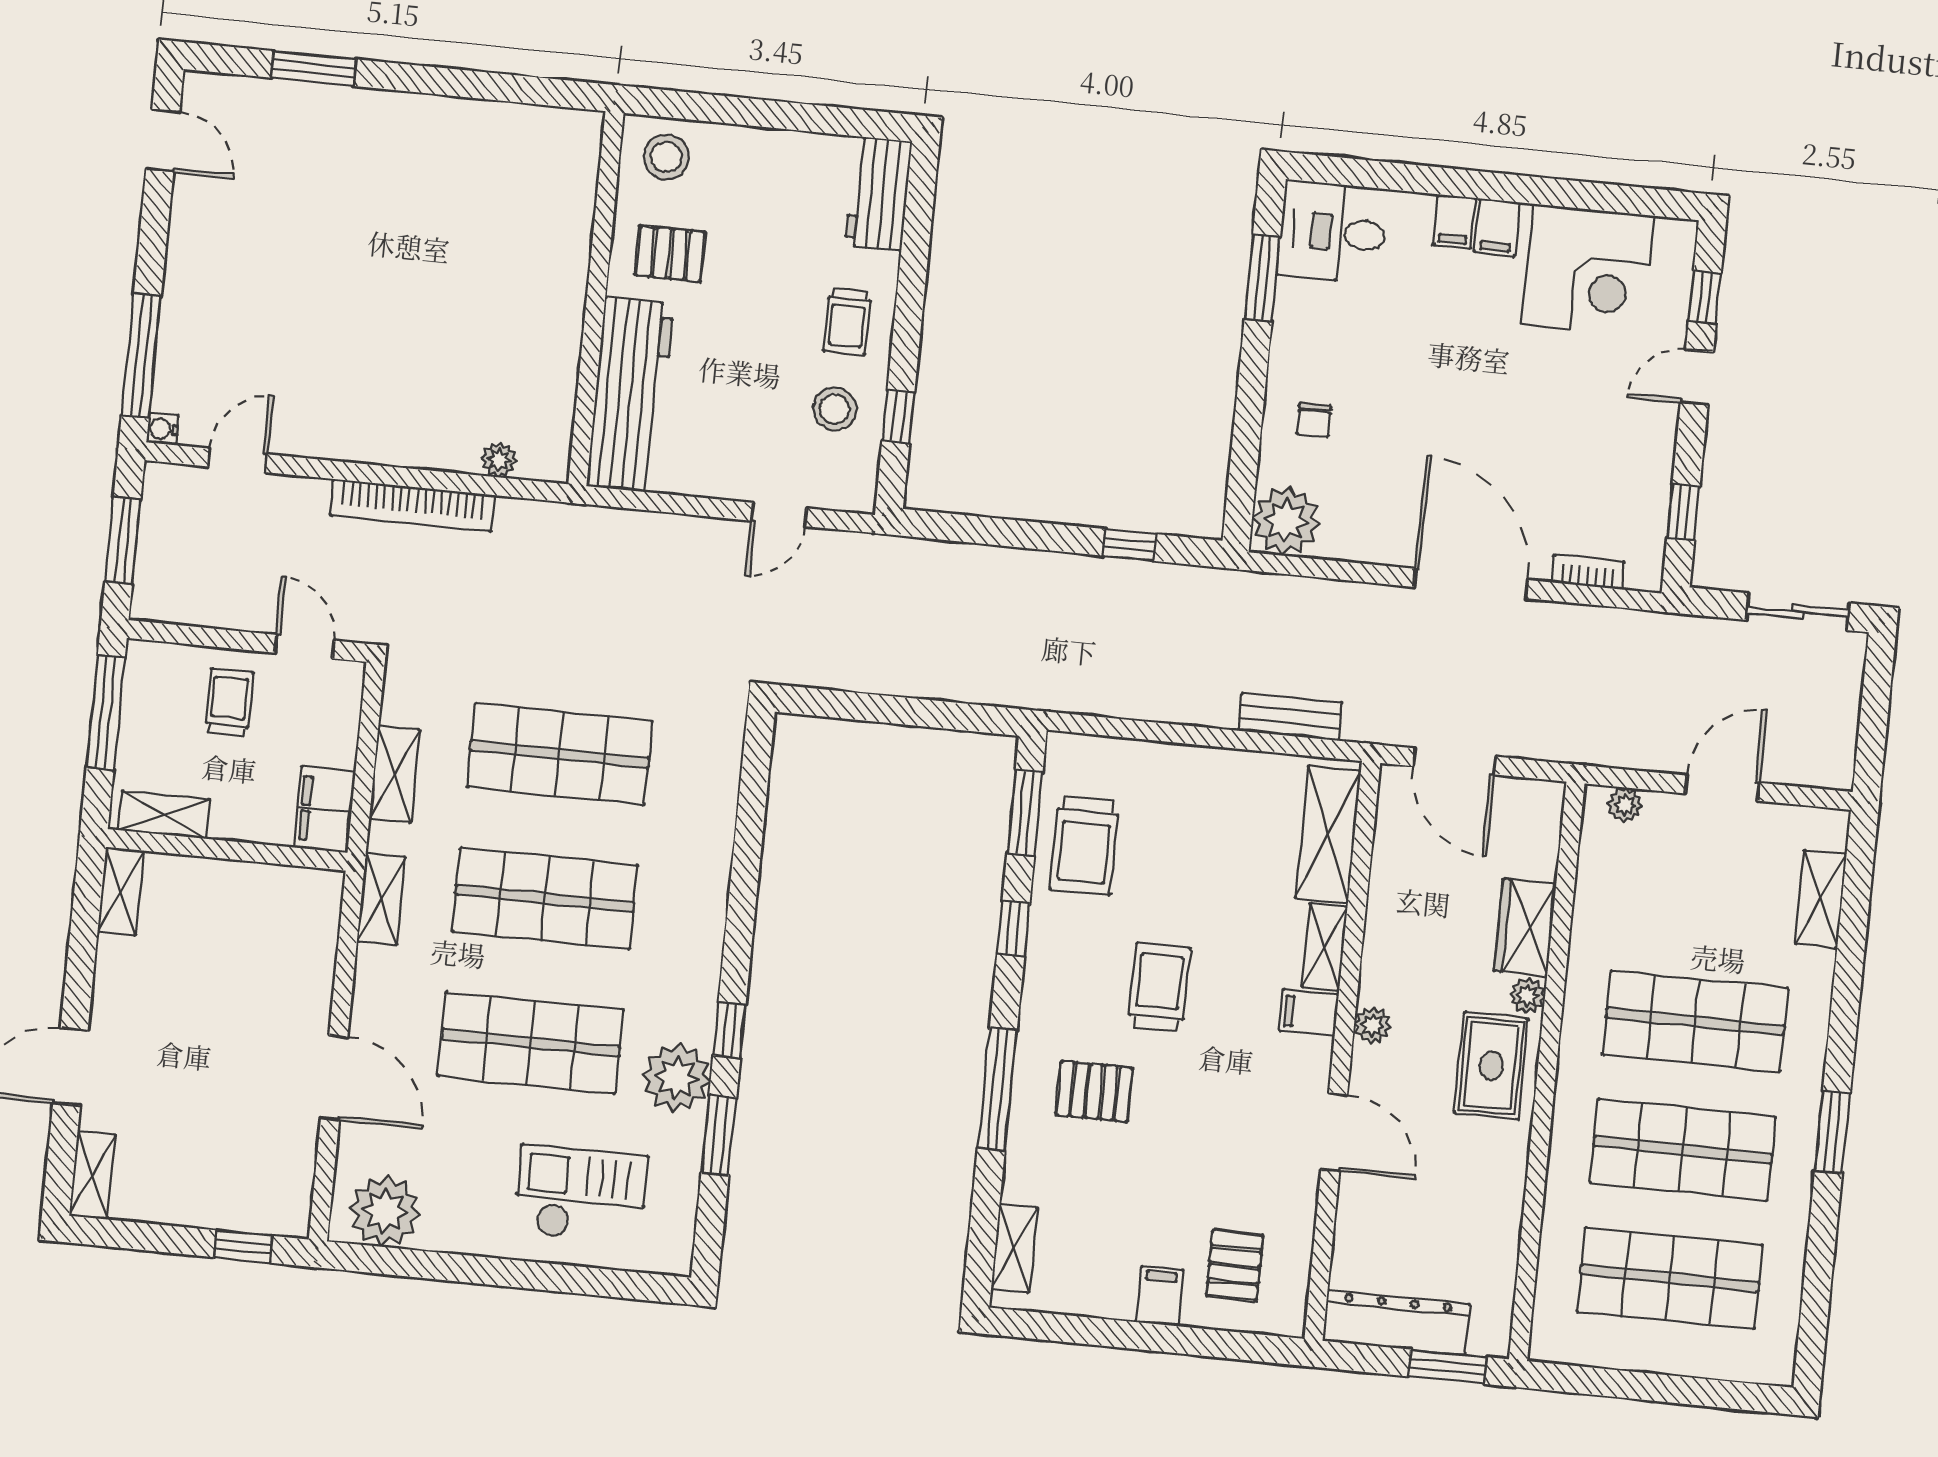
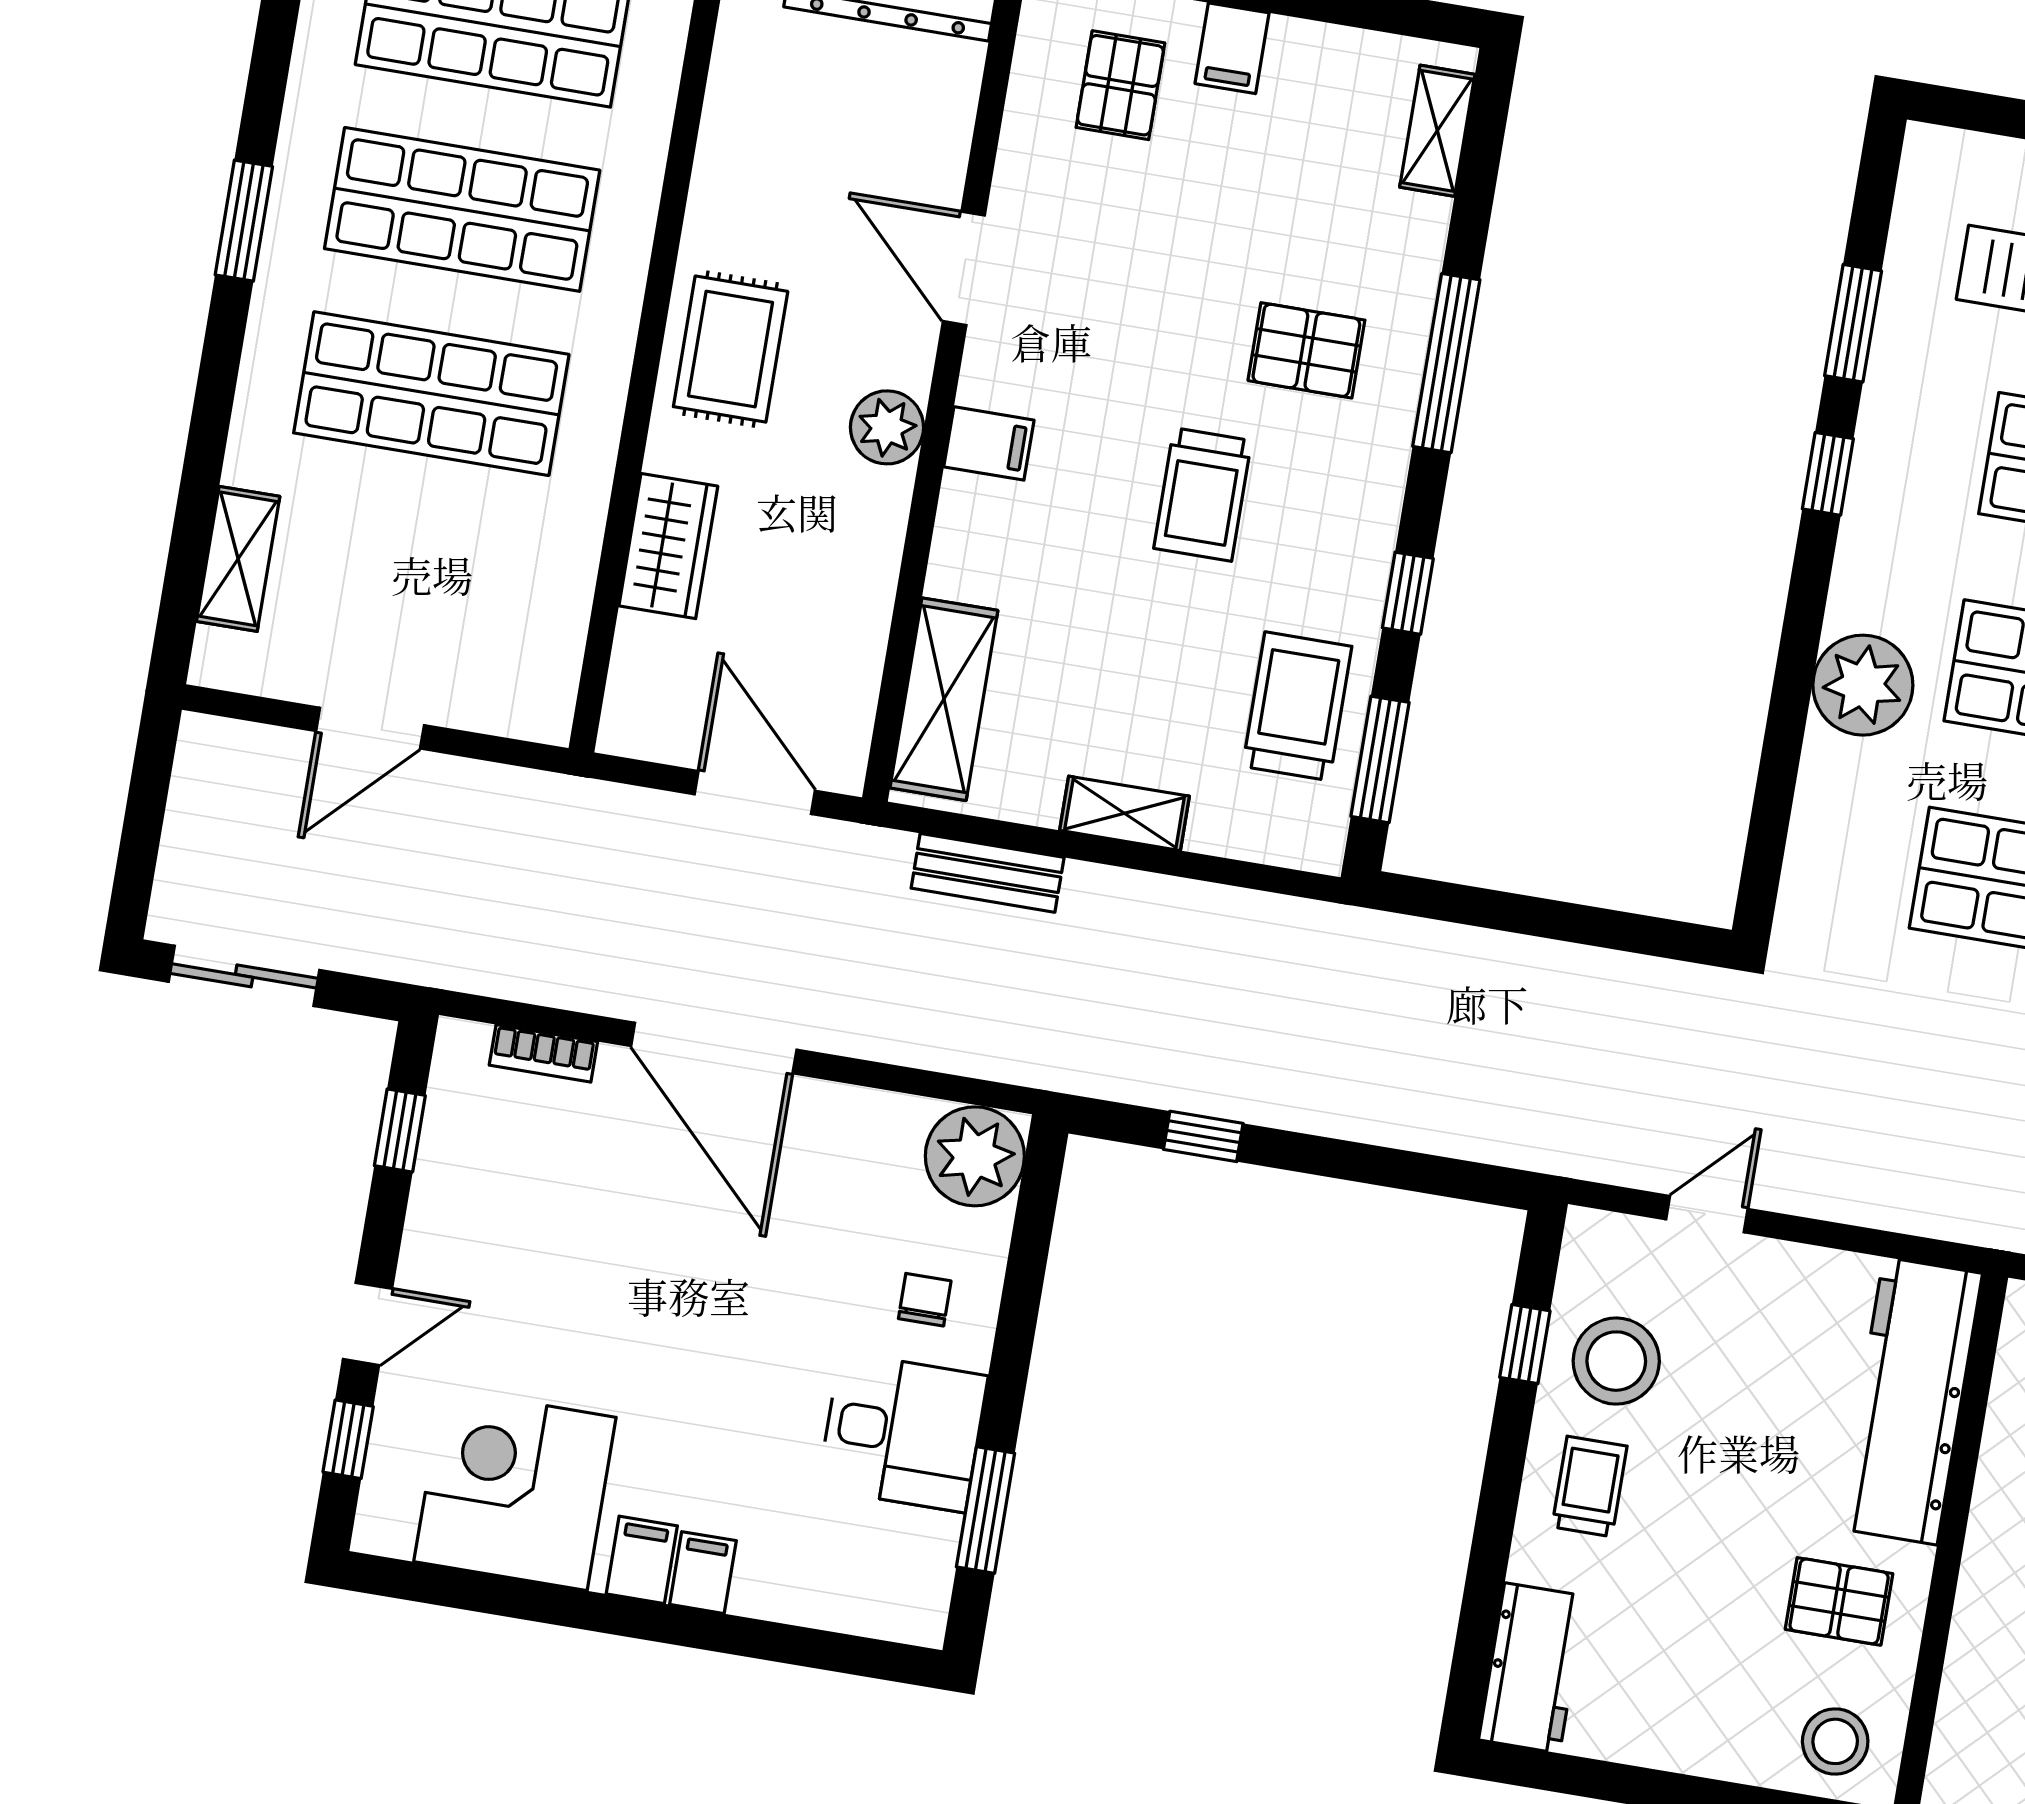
desk: (1333, 232) -> (903, 1432), moved
stool: (835, 409) -> (1616, 1361), width x1.38, depth x1.38
plant: (1625, 805) -> (512, 713), removed
shelving: (1325, 947) -> (1125, 813), moved, turned 90
plant: (1527, 996) -> (671, 447), removed
plant: (1372, 1025) -> (887, 427), width x1.38, depth x1.38
plant: (676, 1078) -> (1863, 685), moved

